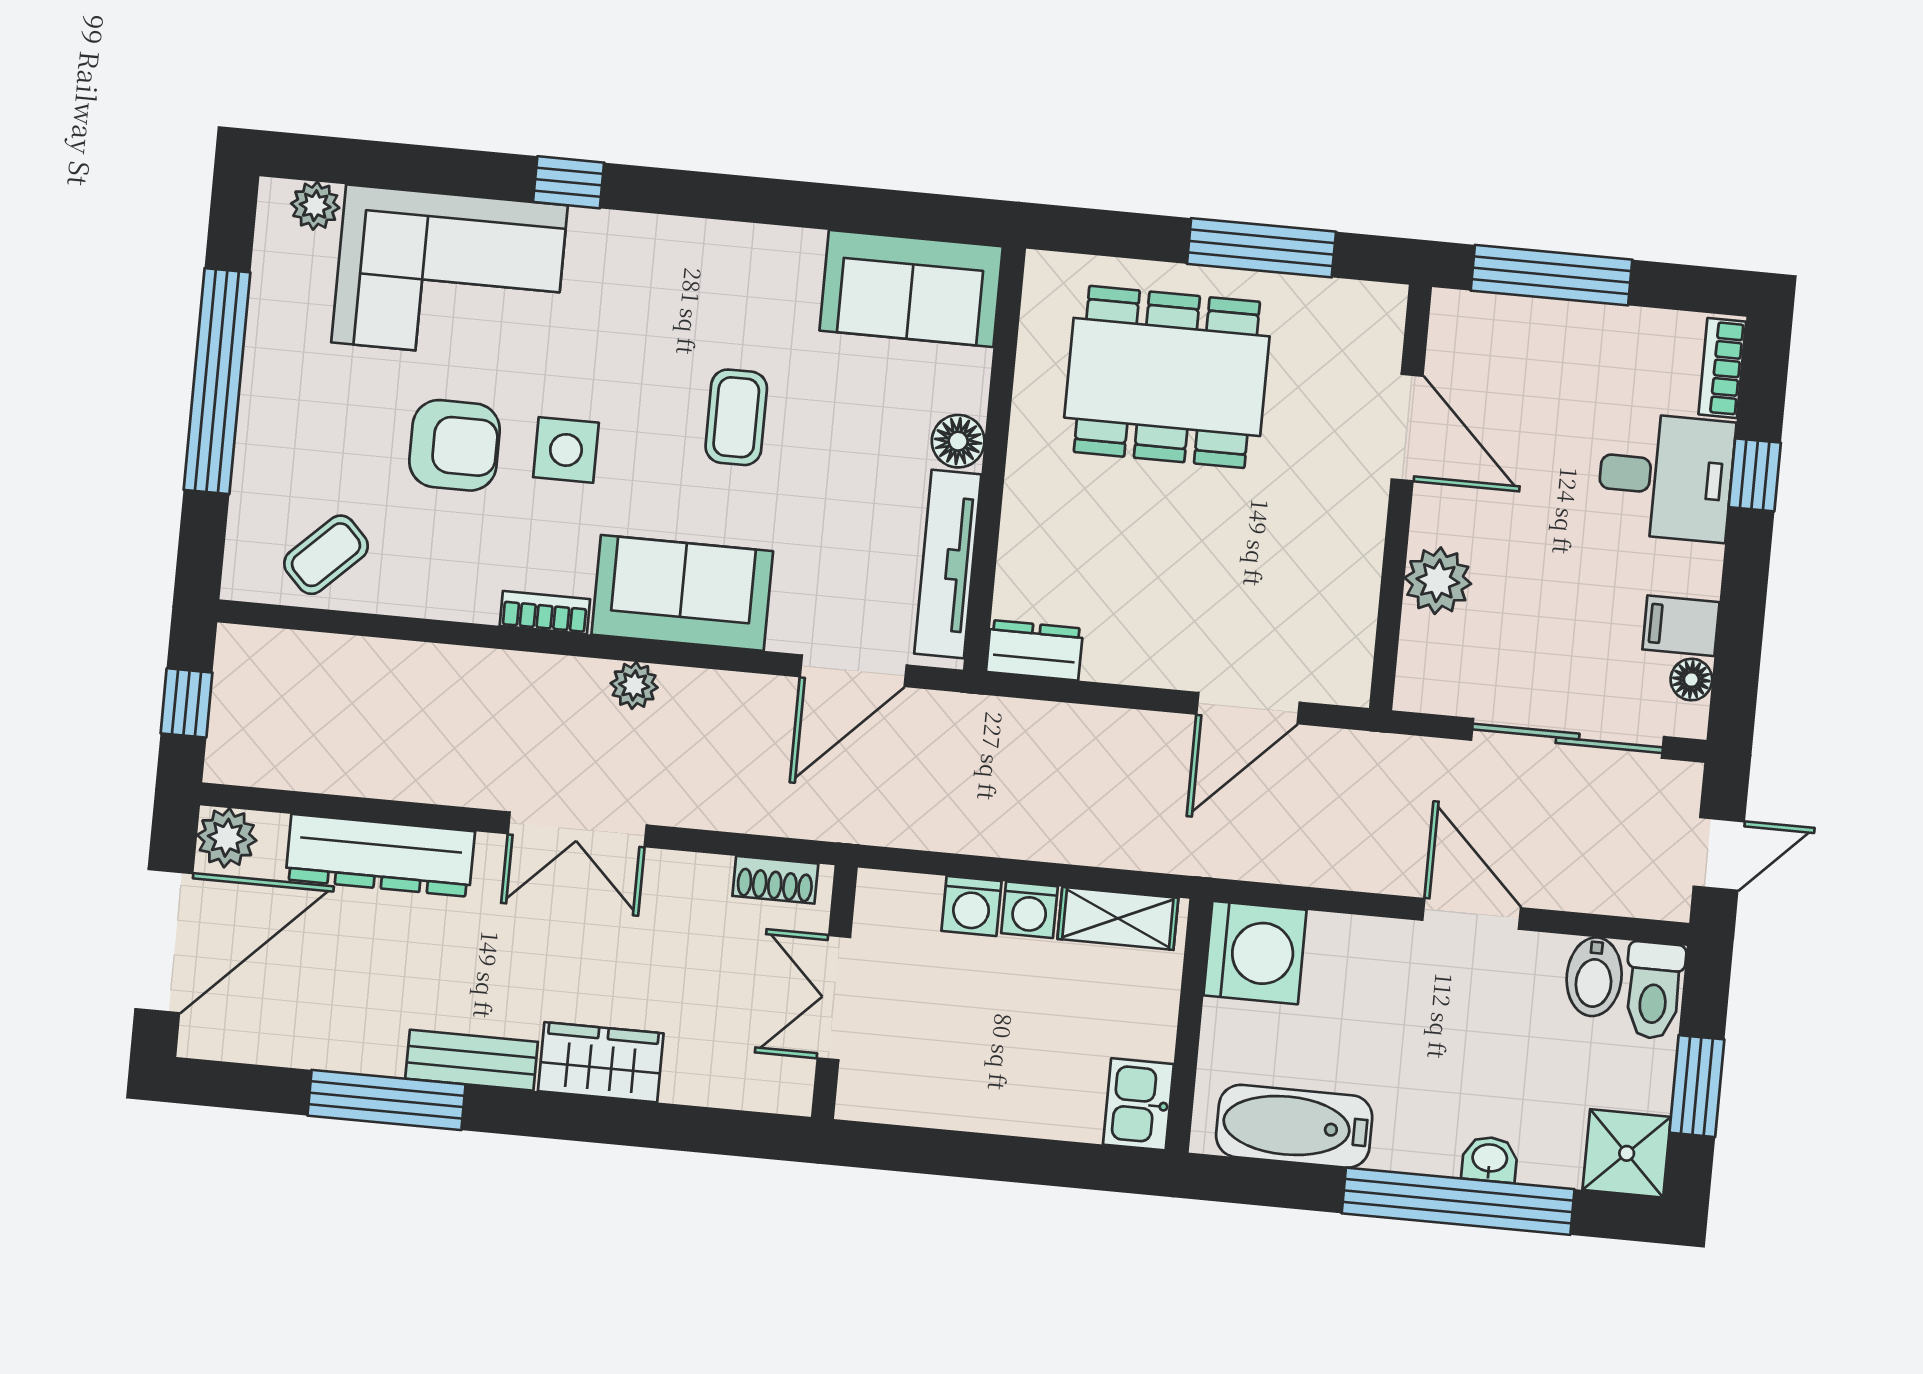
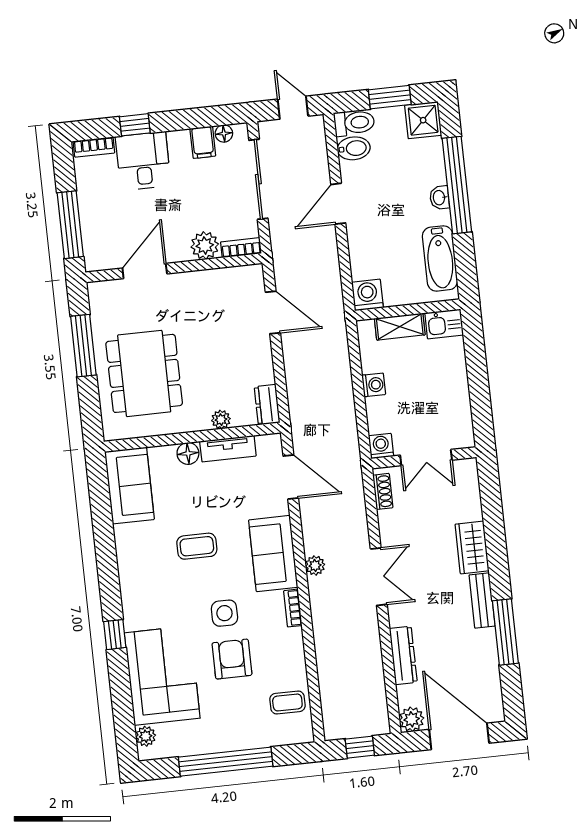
plant: (1022, 535) -> (221, 420), added
coffee table: (326, 555) -> (287, 702), turned -46
tv unit: (948, 564) -> (228, 449), width x0.71
bookcase: (1415, 665) -> (241, 248), added
dresser: (380, 855) -> (403, 655), width x0.73, depth x0.80
washing machine: (971, 906) -> (381, 446), moved, turned -90
shelving: (1118, 918) -> (400, 327), moved, turned 90
washing machine: (1255, 953) -> (368, 295), width x0.73, depth x0.73
washbasin: (1490, 1159) -> (439, 198), moved

